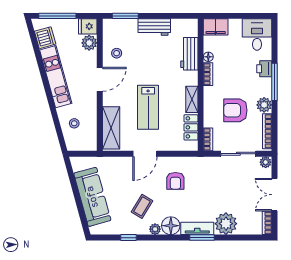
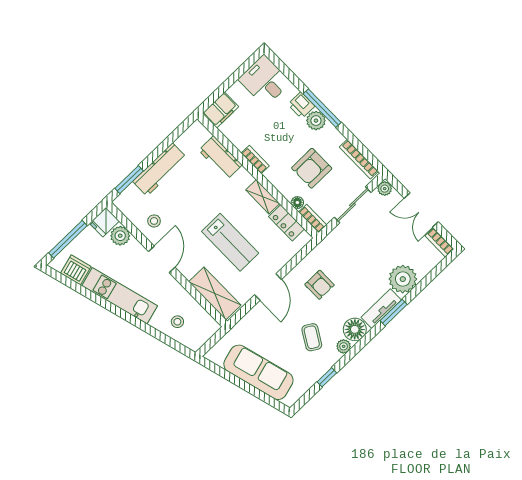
workbench: (154, 27) -> (160, 170), width x1.38
floor lamp: (208, 57) -> (297, 203), moved
plant: (264, 105) -> (316, 121), moved

